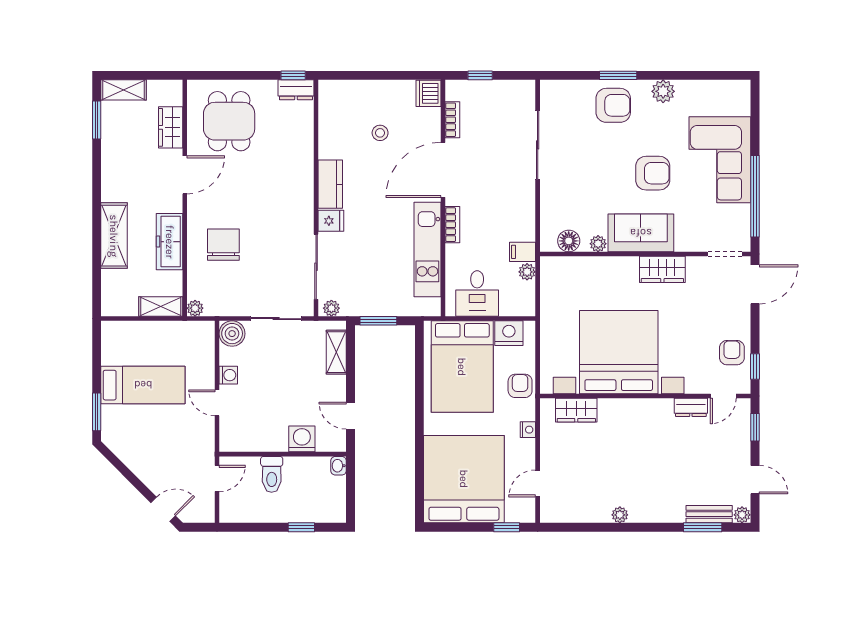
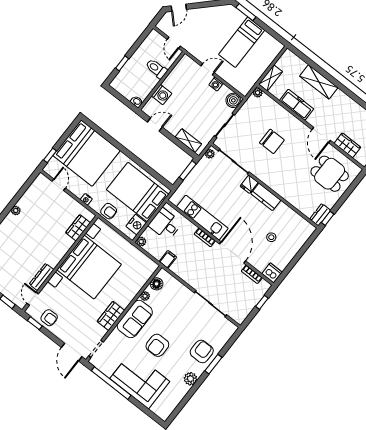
armchair: (613, 105) -> (202, 351), turned 180
chair: (223, 245) -> (272, 141), moved
plant: (527, 272) -> (141, 242), moved
dresser: (691, 407) -> (41, 277), width x1.44

